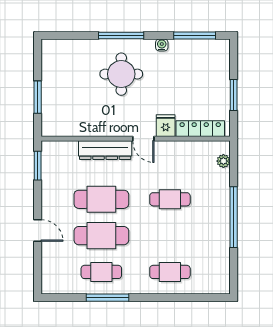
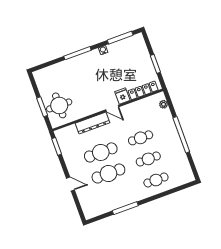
round table: (121, 74) -> (59, 105), moved
cafe table: (101, 272) -> (148, 159), moved

